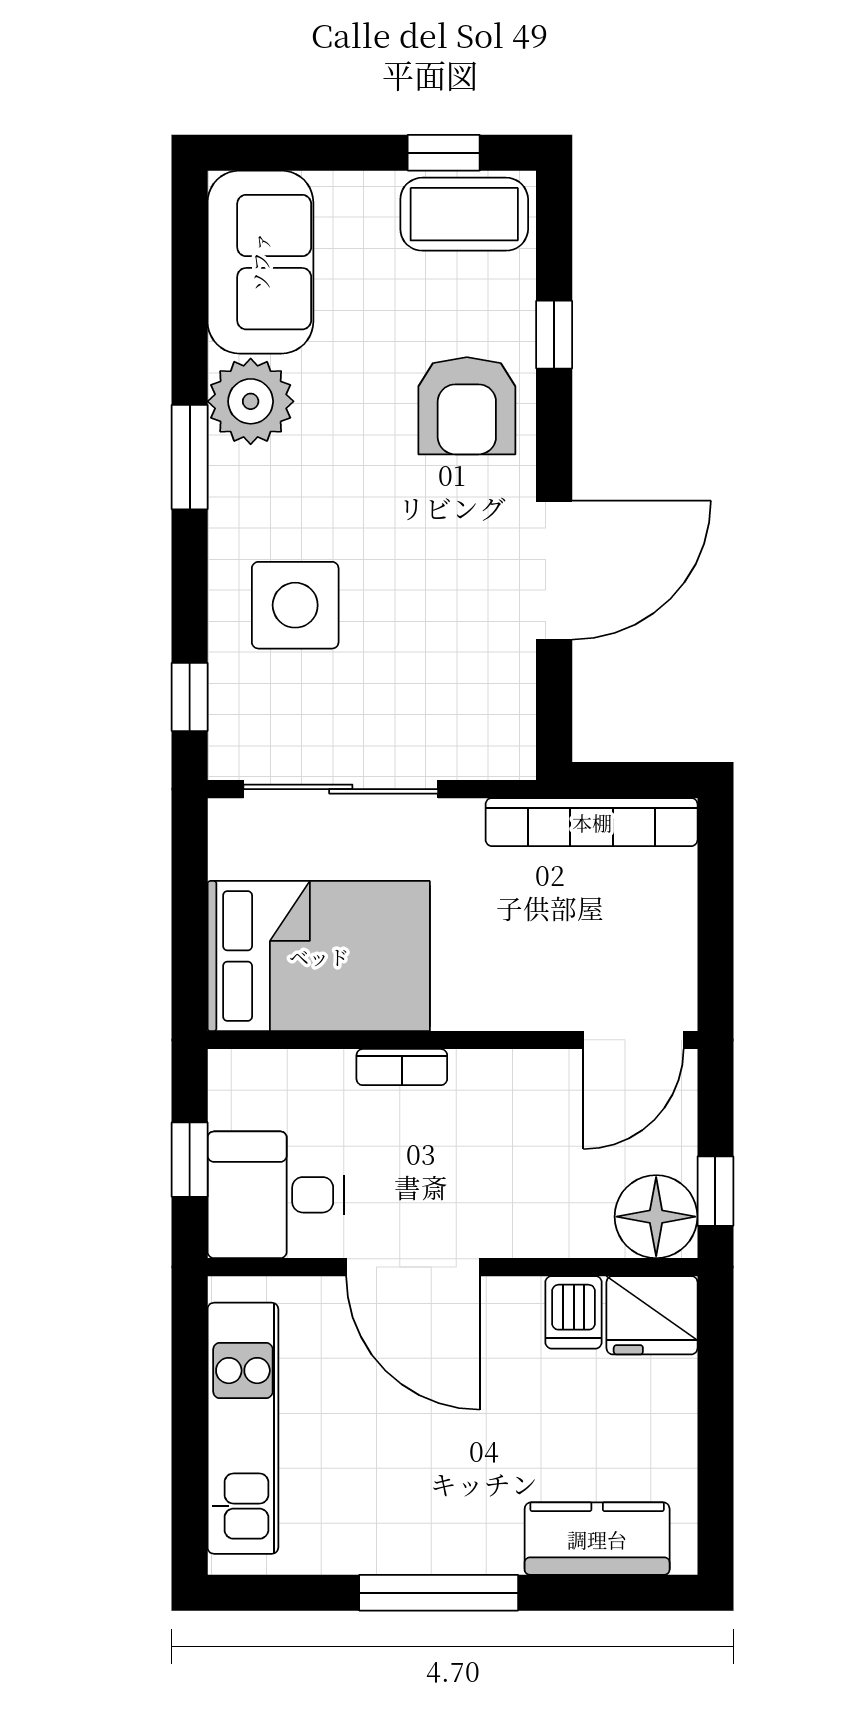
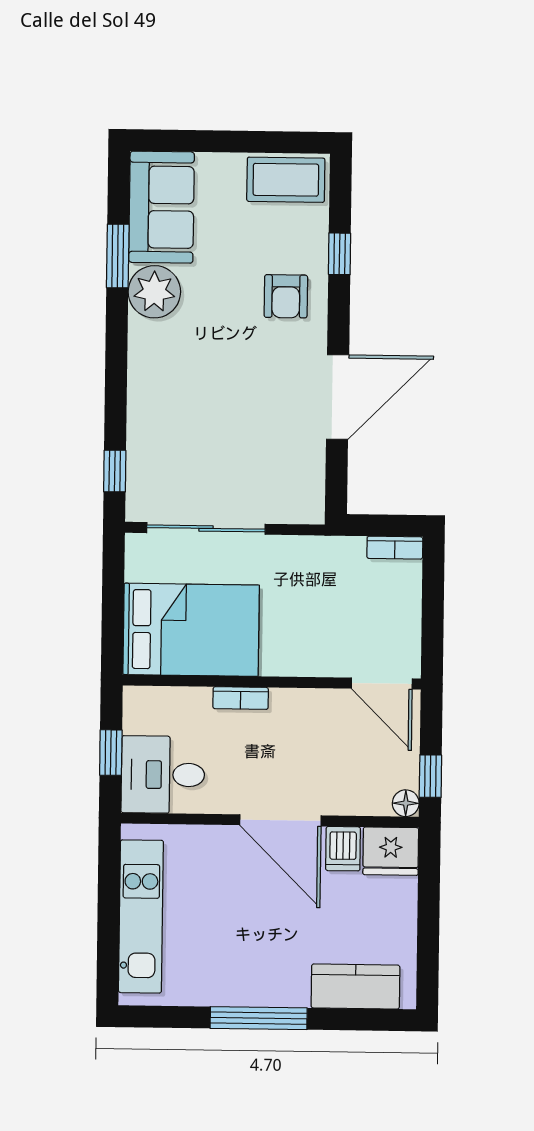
window: (444, 153) -> (274, 142), removed
armchair: (467, 406) -> (286, 296), width x0.72, depth x0.72
window: (190, 457) -> (118, 256), moved
side table: (295, 605) -> (180, 416), removed
bookcase: (592, 822) -> (395, 548), width x0.43, depth x0.76
door: (633, 1040) -> (382, 684), hinge flipped
floor lamp: (656, 1217) -> (406, 803), width x0.53, depth x0.53
door: (413, 1267) -> (280, 820), moved

